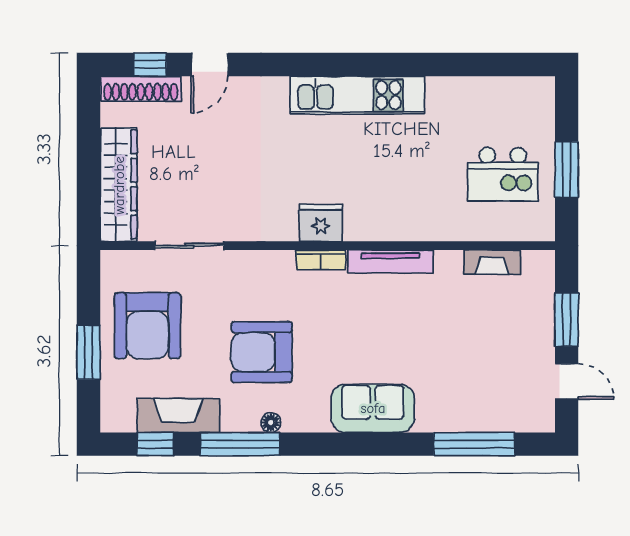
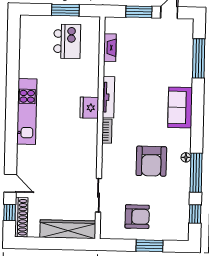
fridge: (321, 223) -> (89, 108), moved
armchair: (147, 326) -> (137, 217), width x0.73, depth x0.73
fireplace: (178, 416) -> (181, 203), removed

